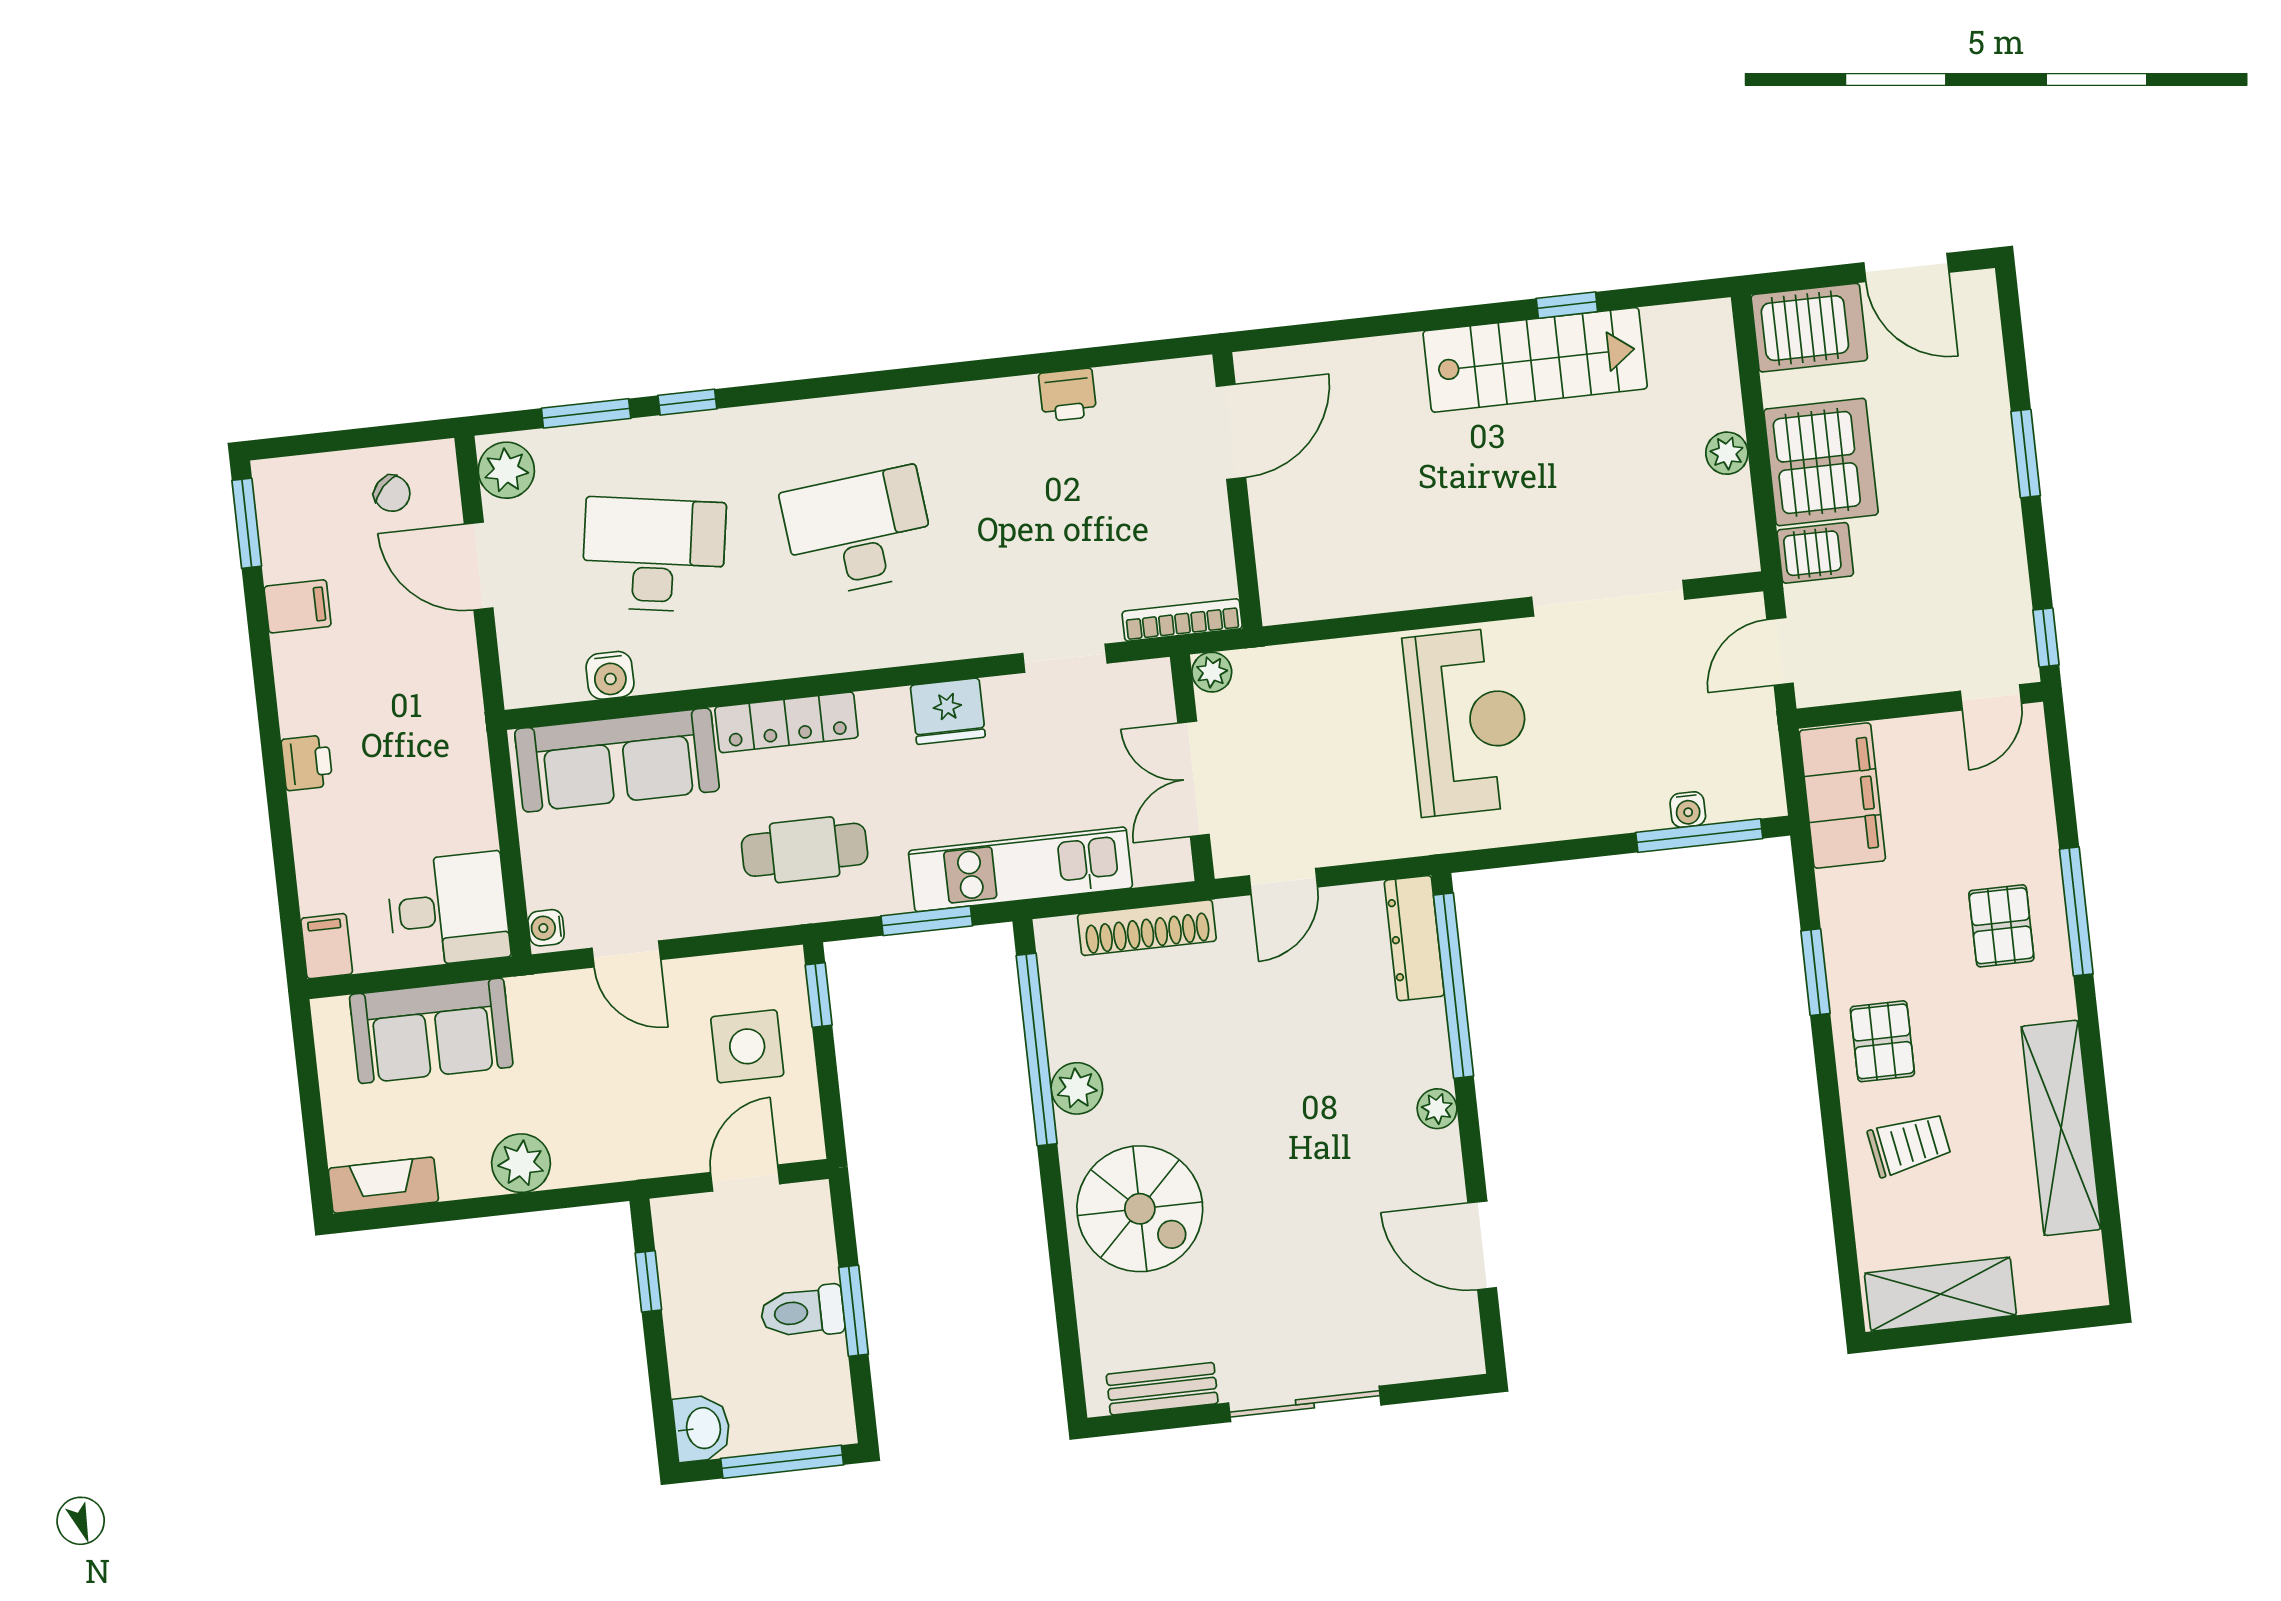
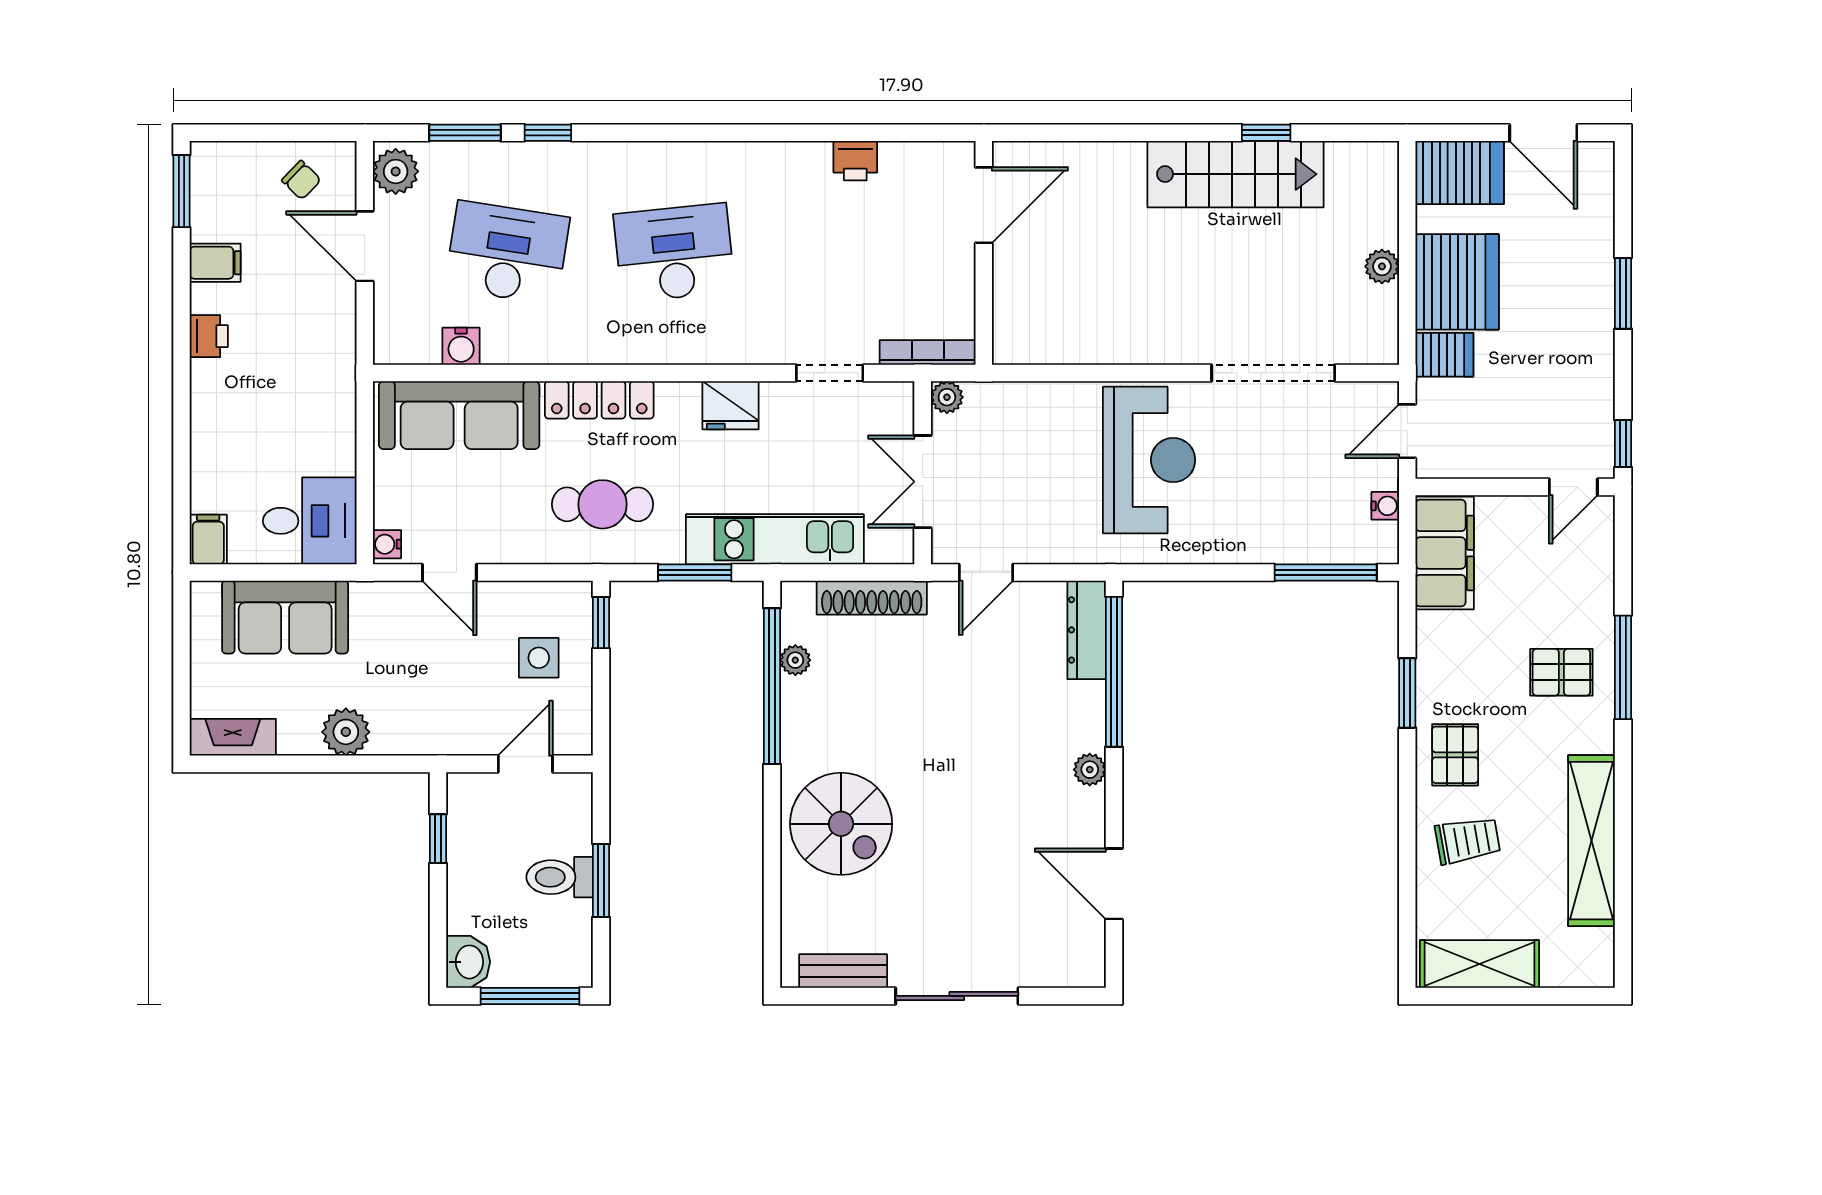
printer: (307, 763) -> (209, 336), moved
water cooler: (1688, 810) -> (1385, 506), moved, turned -90
pallet: (2001, 926) -> (1561, 672), turned 90
side table: (747, 1046) -> (539, 658), width x0.73, depth x0.73
plant: (1077, 1088) -> (795, 660), moved, width x0.73, depth x0.73

